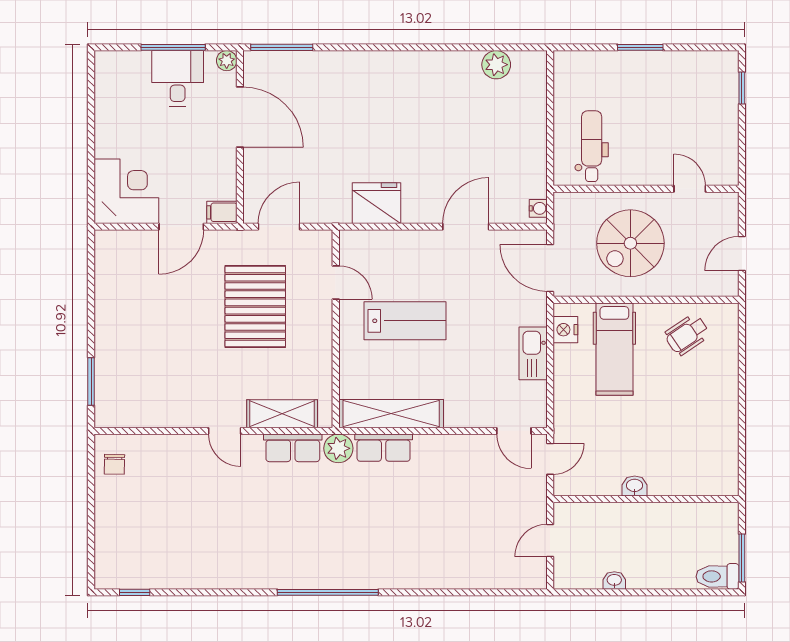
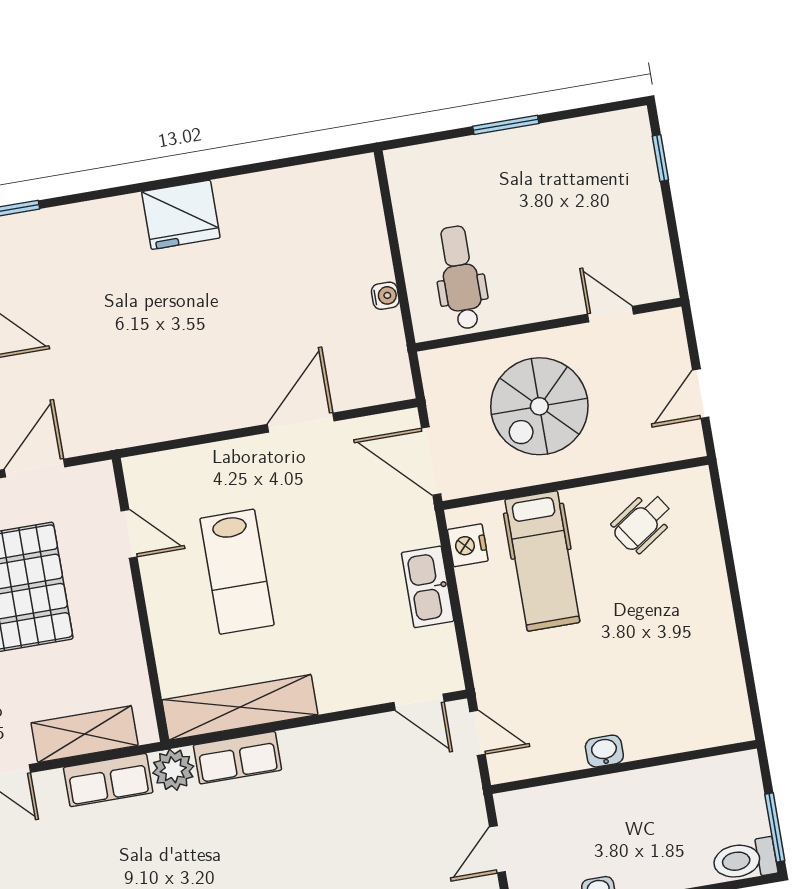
plant: (496, 65) -> (305, 185), removed
fridge: (376, 203) -> (181, 215), moved, turned 180
water cooler: (538, 208) -> (385, 296), moved
lab bench: (405, 321) -> (237, 572), turned 90
door: (550, 459) -> (478, 733), hinge flipped

